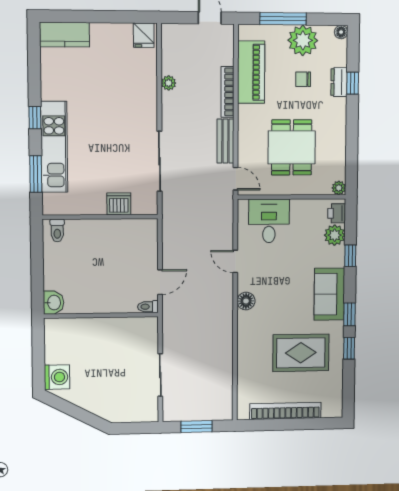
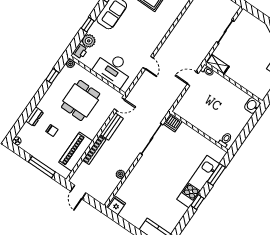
plant: (303, 40) -> (39, 150), removed
window: (353, 83) -> (52, 76), moved
door: (236, 179) -> (120, 104), swing flipped
dishwasher: (119, 204) -> (173, 123), moved
desk: (269, 221) -> (113, 69), width x1.37
floor lamp: (246, 301) -> (156, 39), removed
shelving: (140, 325) -> (218, 64), added

